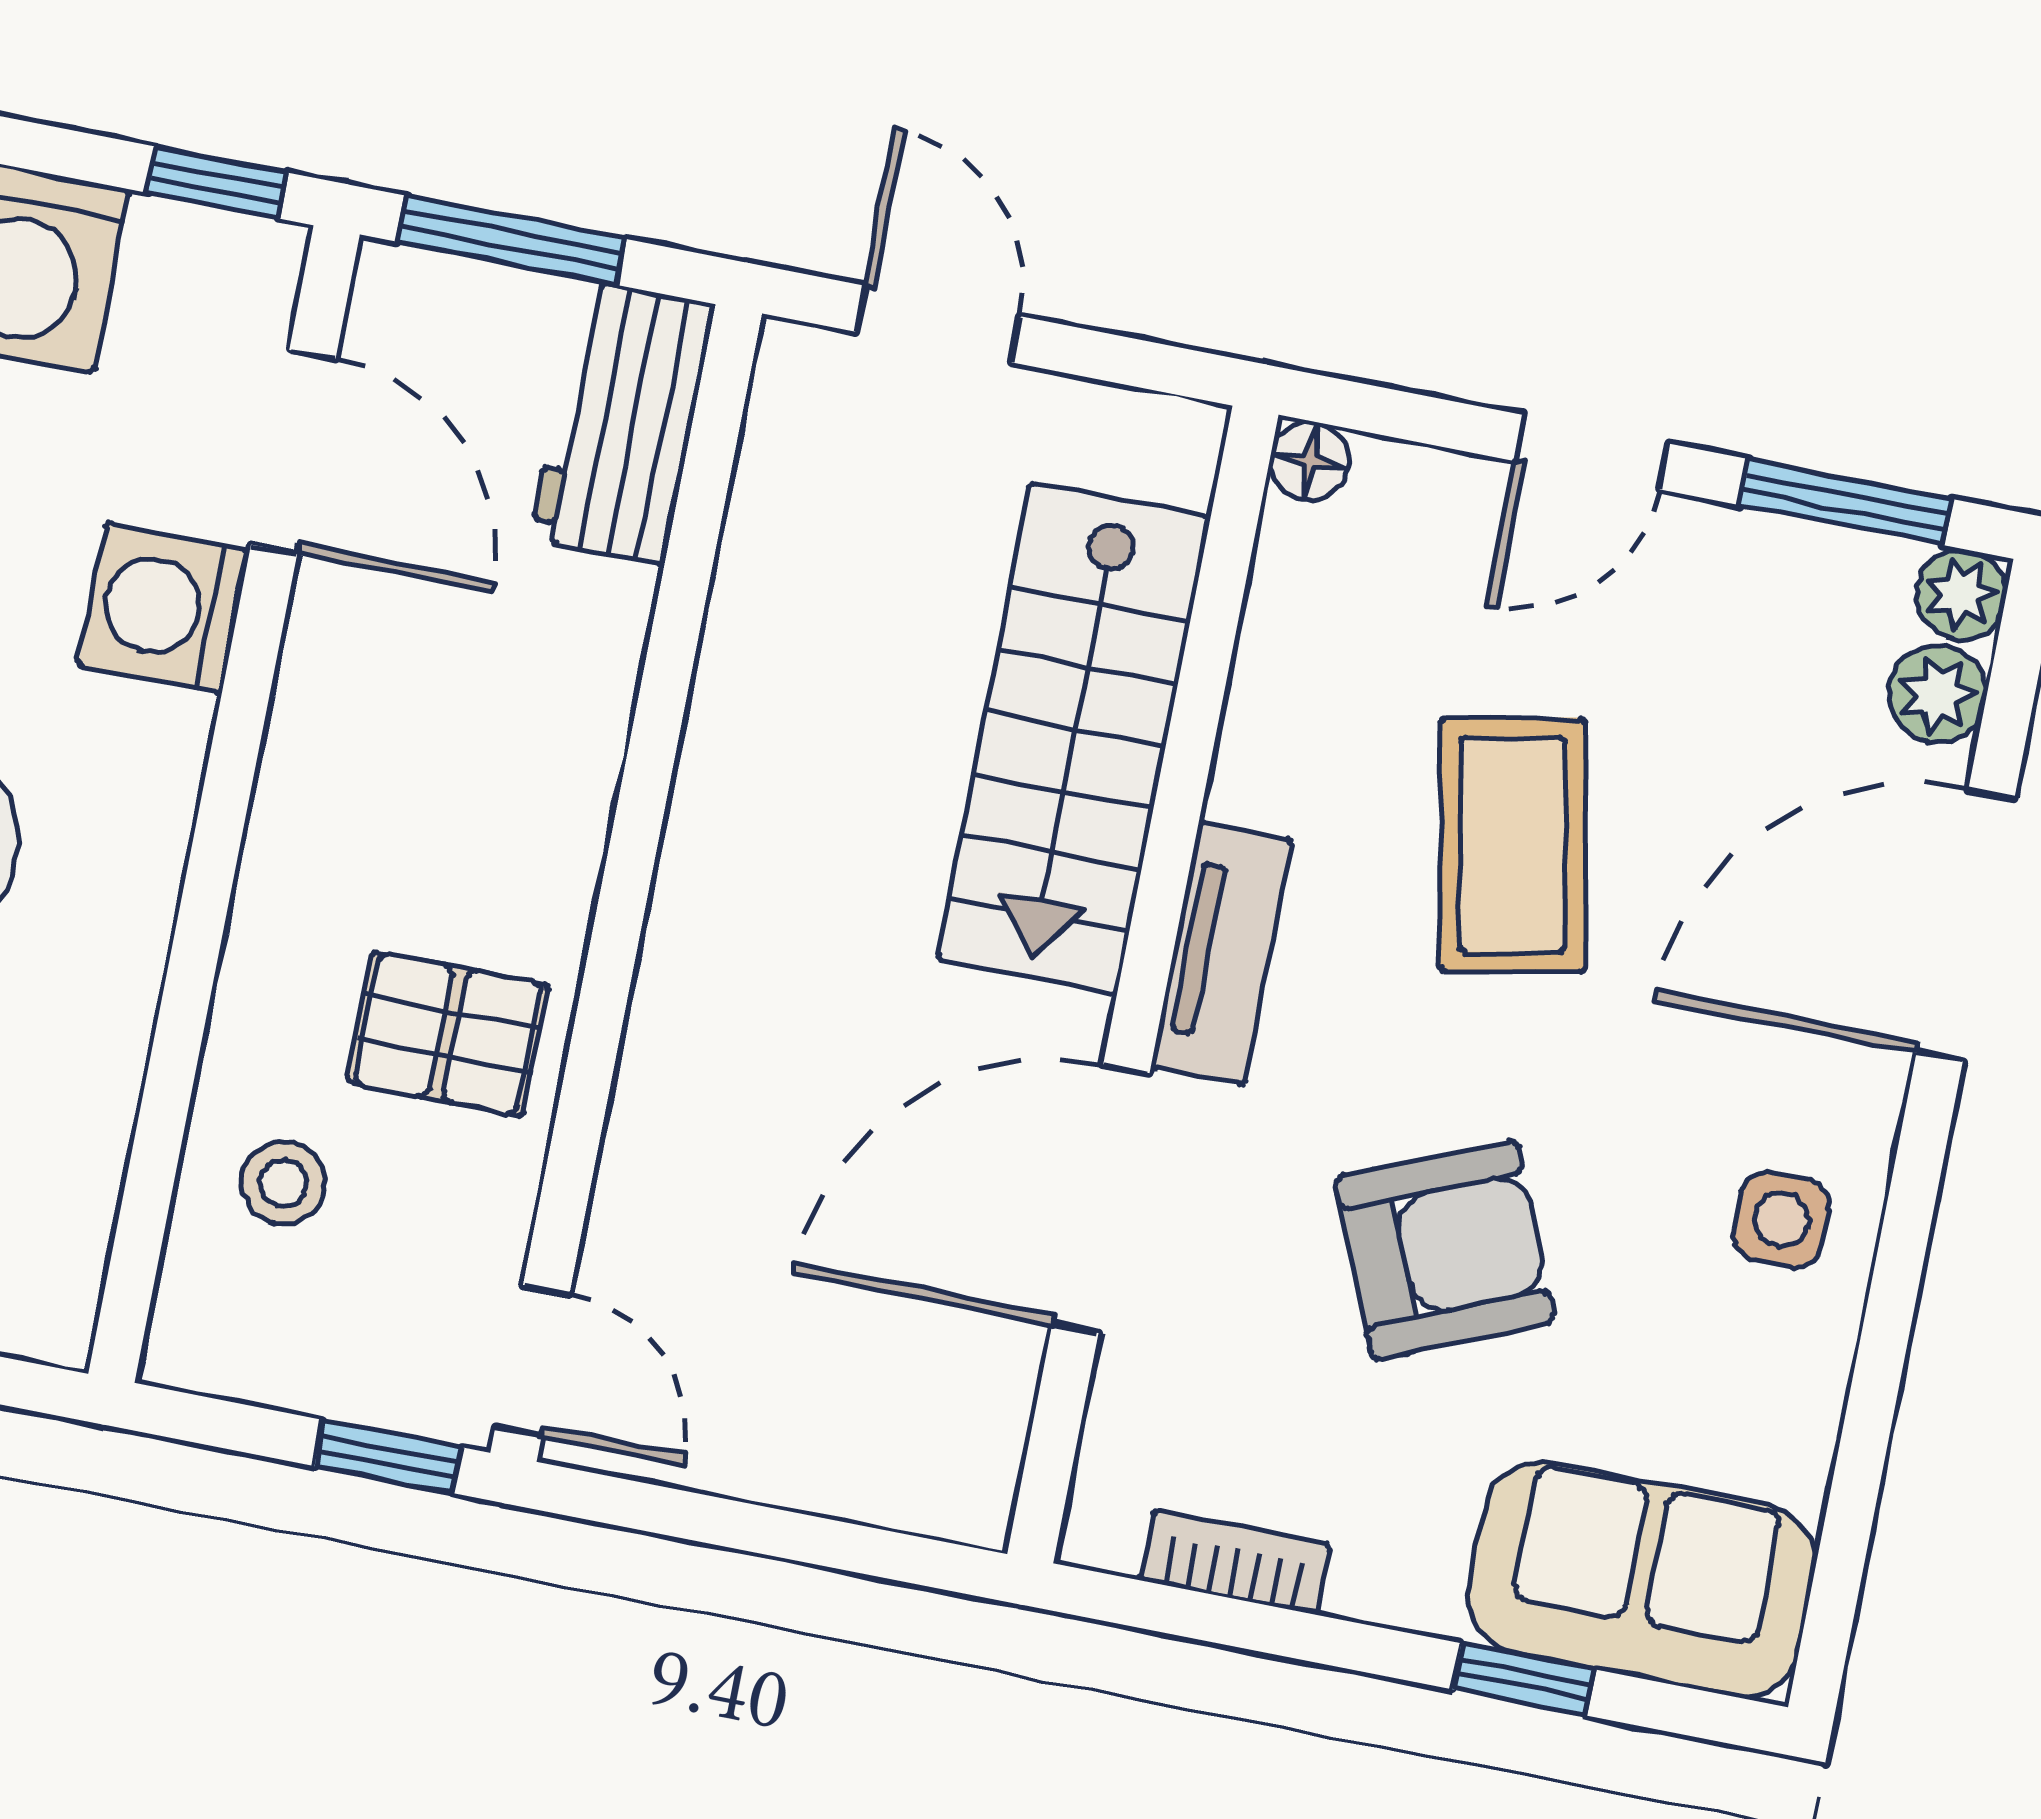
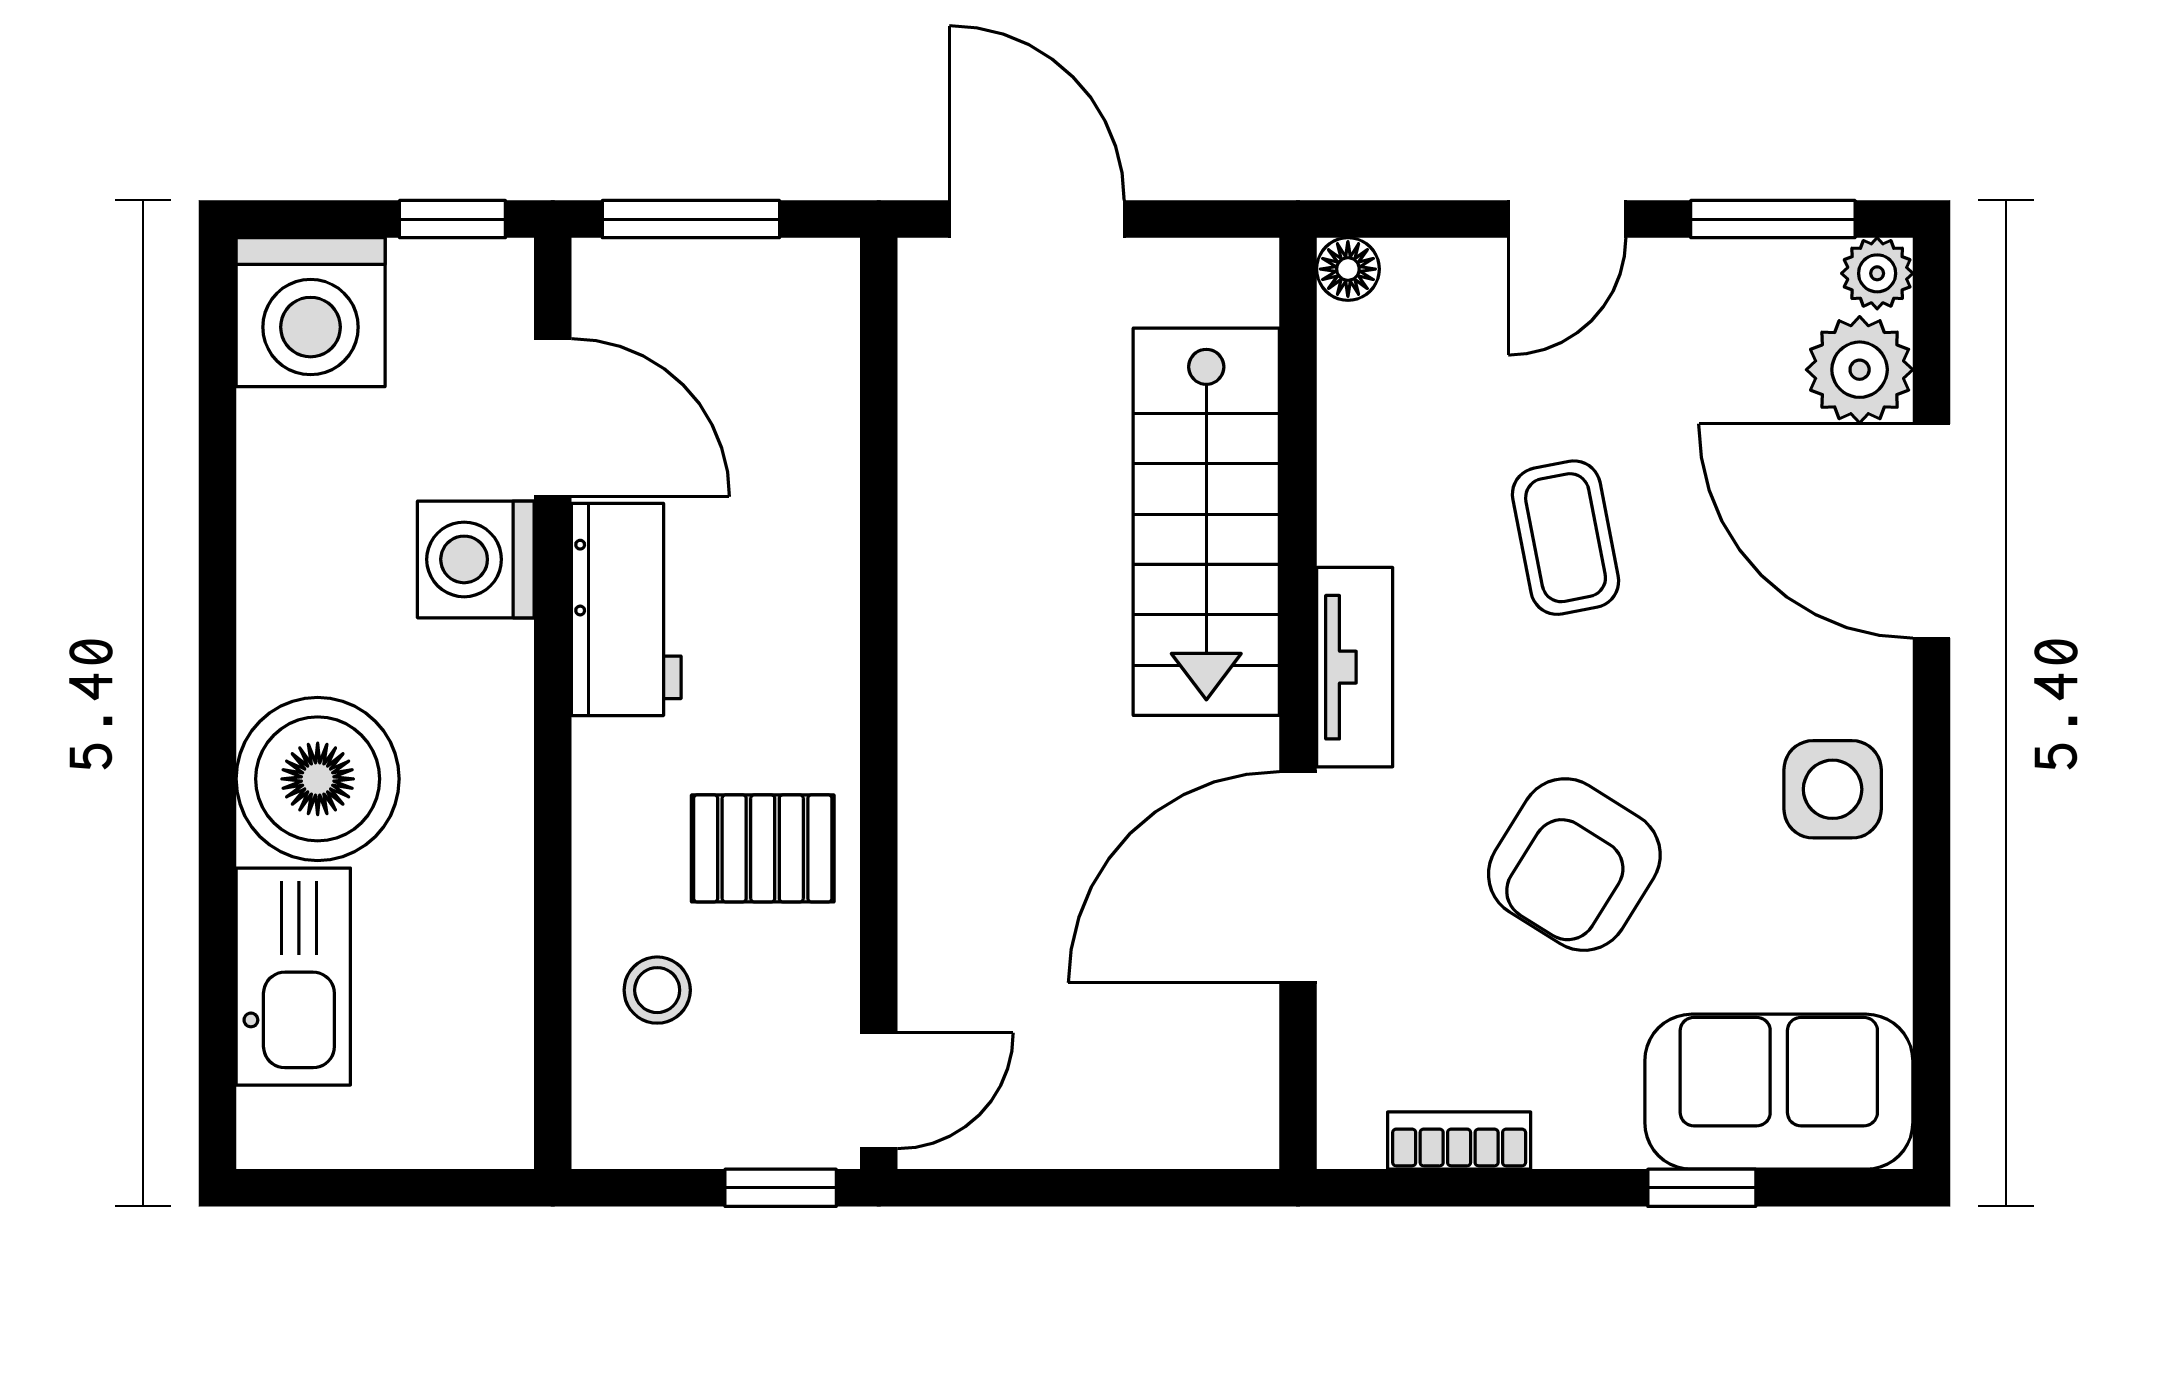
door: (938, 324) -> (1037, 219), width x1.38
workbench: (622, 422) -> (626, 609), moved, turned 180
plant: (1937, 694) -> (1860, 370), width x1.38, depth x1.38
coffee table: (1513, 845) -> (1566, 538), width x0.73, depth x0.77
door: (1966, 925) -> (1931, 531), hinge flipped
side table: (1781, 1220) -> (1833, 789), width x1.37, depth x1.37
armchair: (1445, 1250) -> (1574, 865), turned 145
door: (532, 1361) -> (879, 1091), hinge flipped

